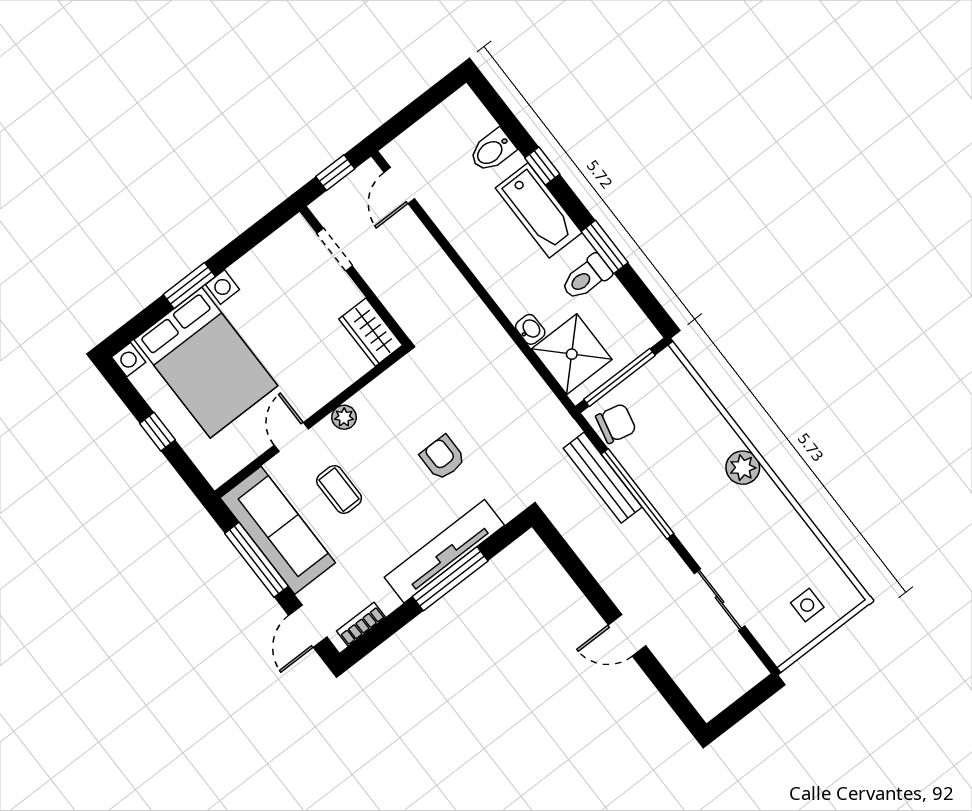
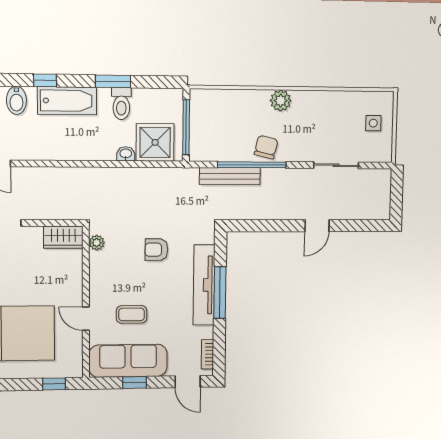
plant: (344, 417) -> (97, 243), moved
chair: (616, 423) -> (266, 147), moved
window: (157, 432) -> (54, 384), moved
window: (256, 560) -> (135, 383), width x0.46

